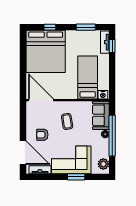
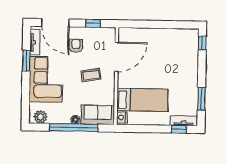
window: (50, 27) -> (202, 43), moved
bed: (46, 51) -> (174, 51), removed
door: (41, 100) -> (117, 57), moved
window: (23, 120) -> (93, 23), added
door: (23, 153) -> (55, 23), hinge flipped
window: (76, 177) -> (26, 61), moved

